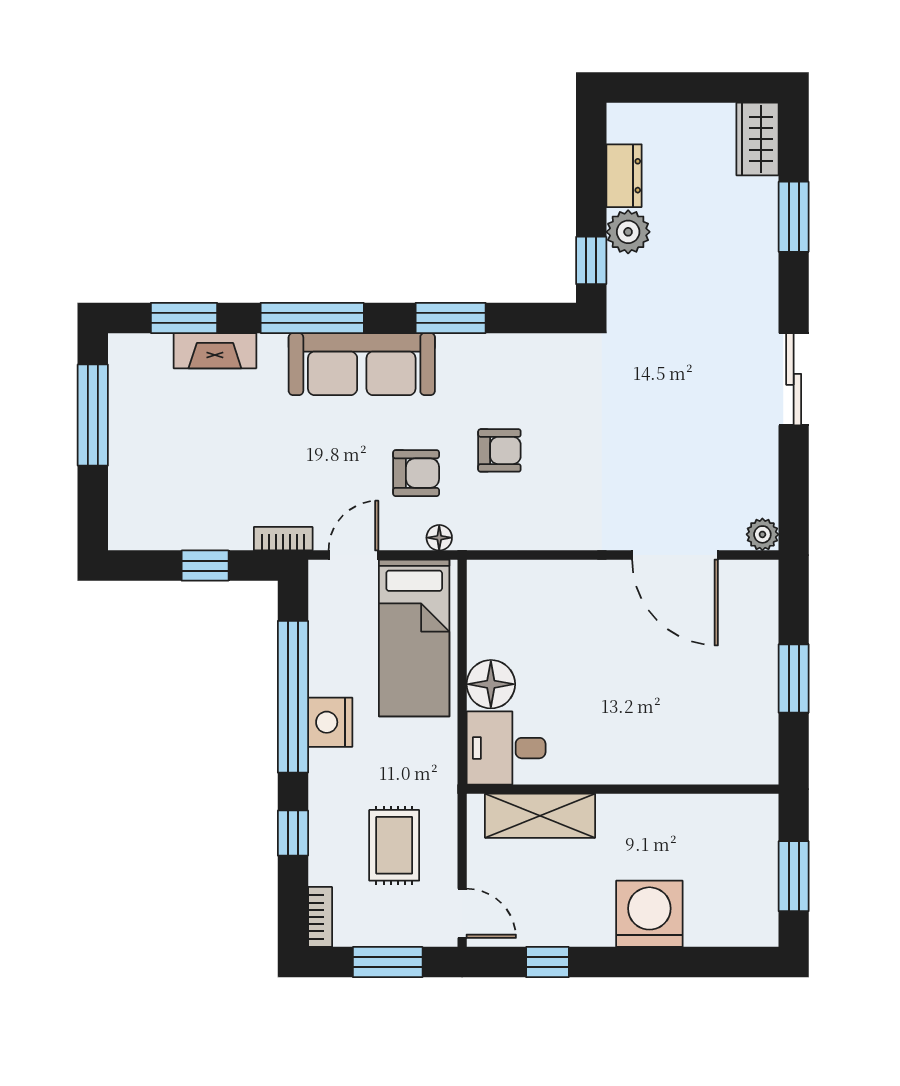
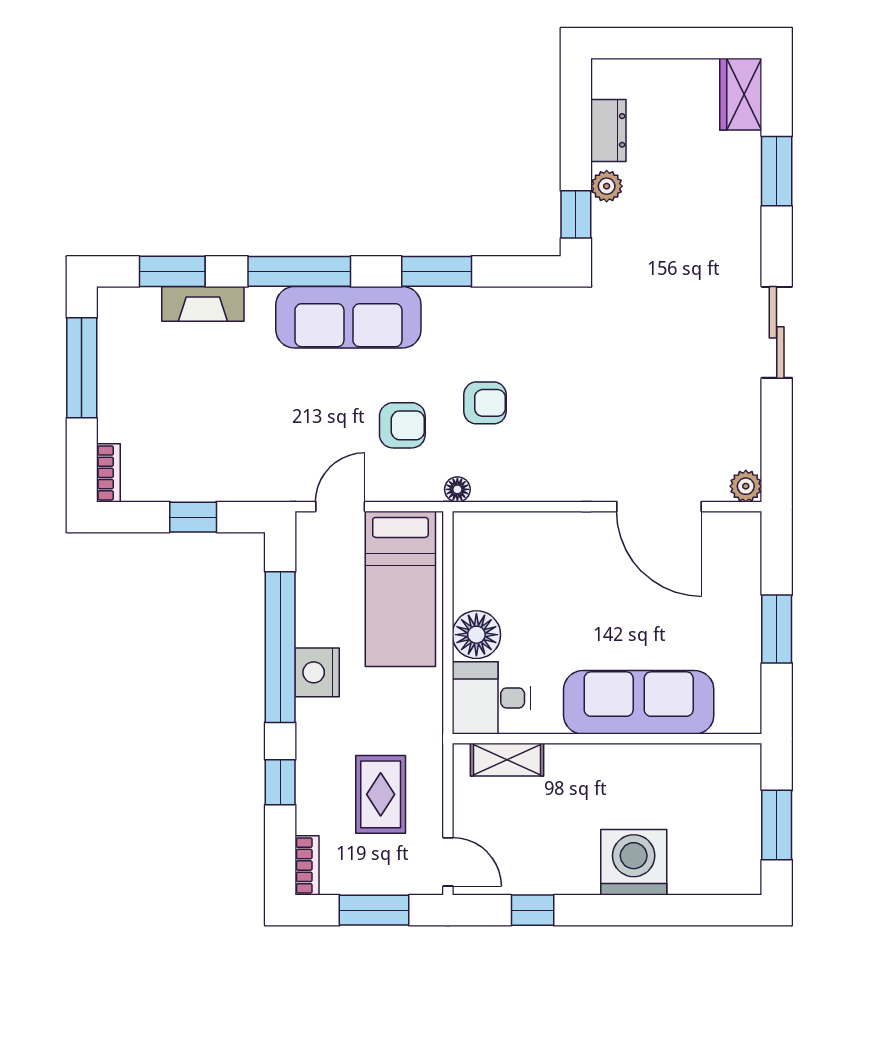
plant: (628, 232) -> (607, 186), width x0.73, depth x0.73
floor lamp: (439, 538) -> (457, 489), moved
bookcase: (283, 539) -> (108, 473), moved, turned 90
sofa: (654, 752) -> (639, 702), added
shelving: (540, 816) -> (507, 760), width x0.67, depth x0.75

